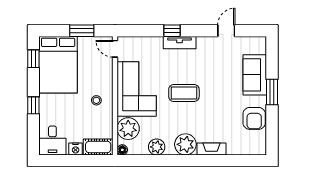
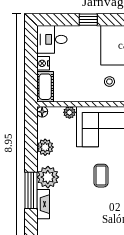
coffee table: (184, 93) -> (101, 176), width x0.73, depth x0.77
stool: (96, 100) -> (109, 82), moved
plant: (128, 129) -> (69, 112), width x0.53, depth x0.53
window: (198, 161) -> (31, 190), added

